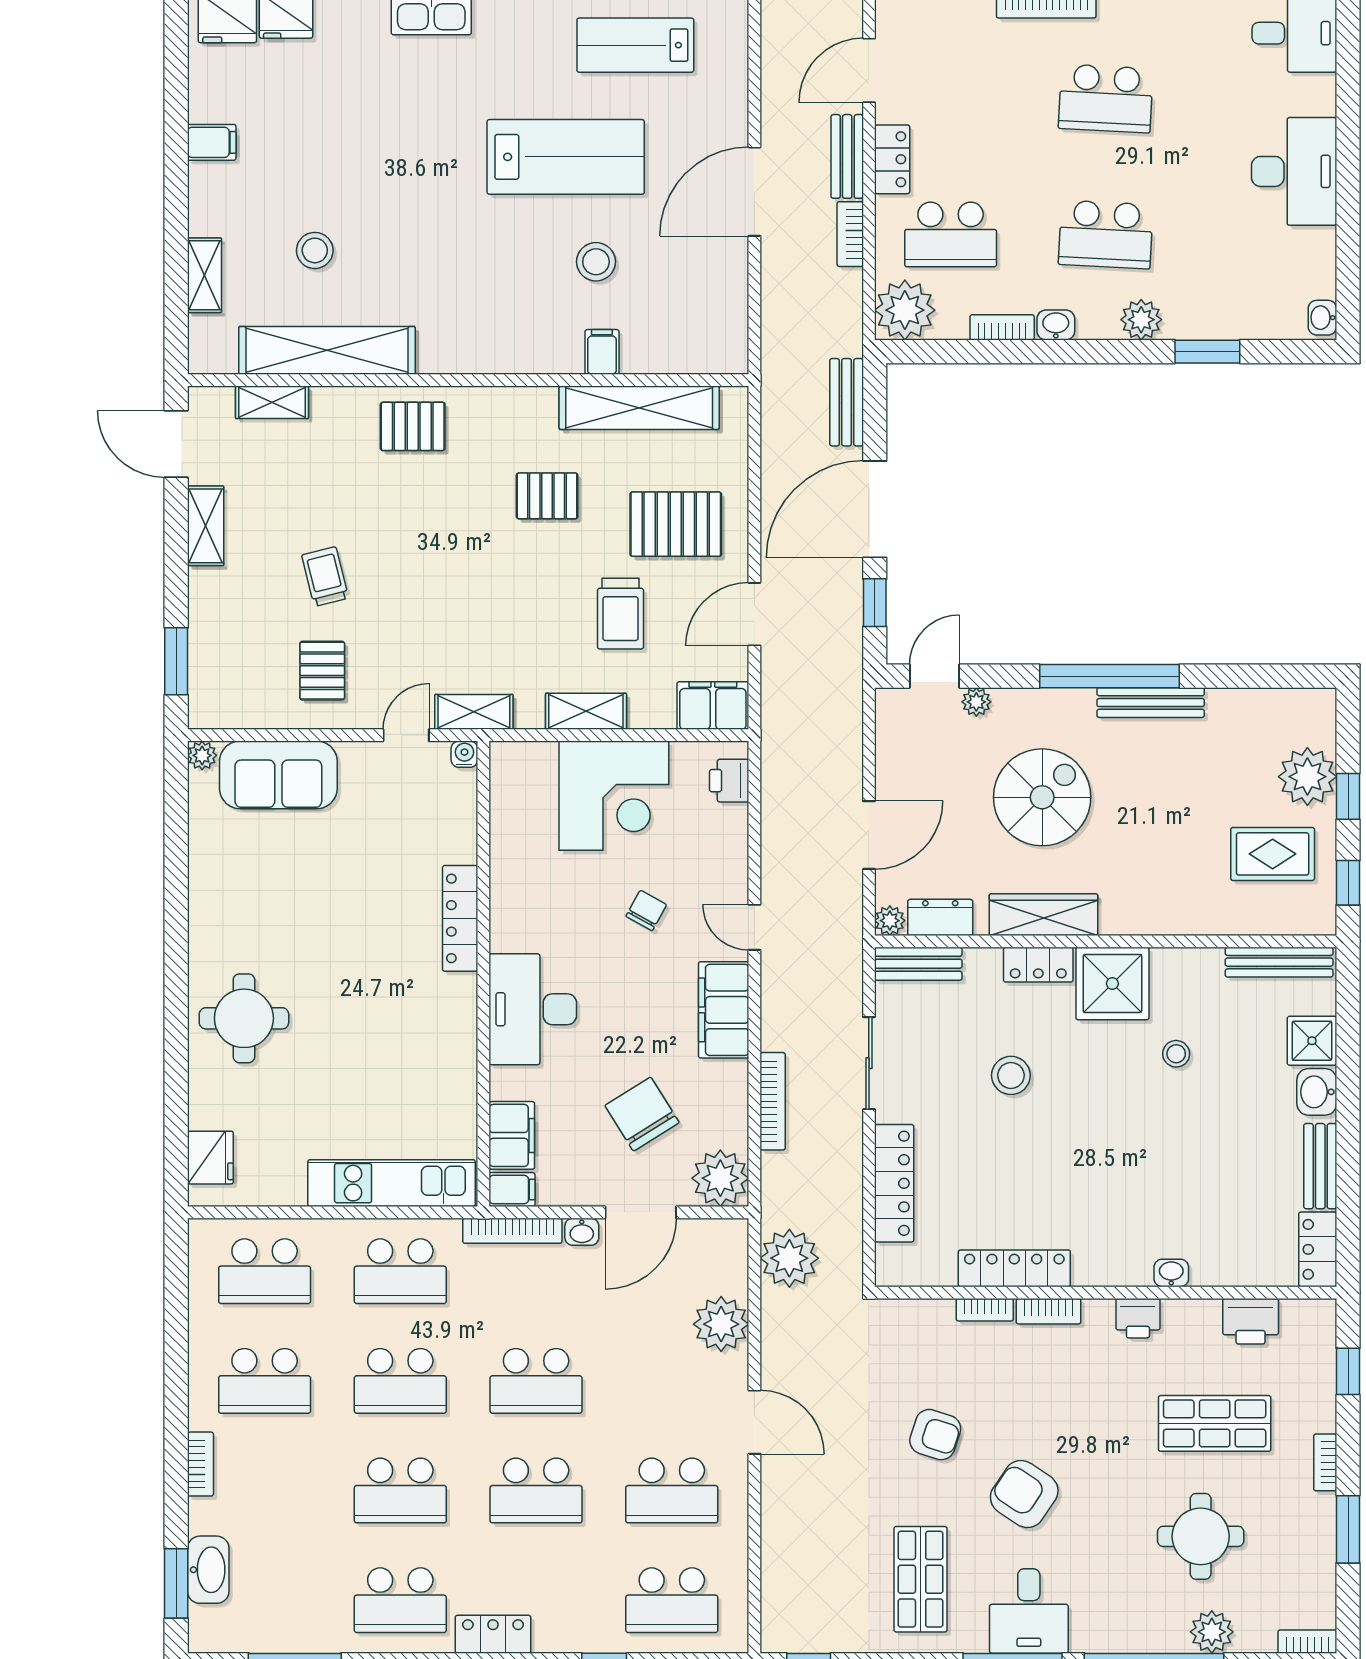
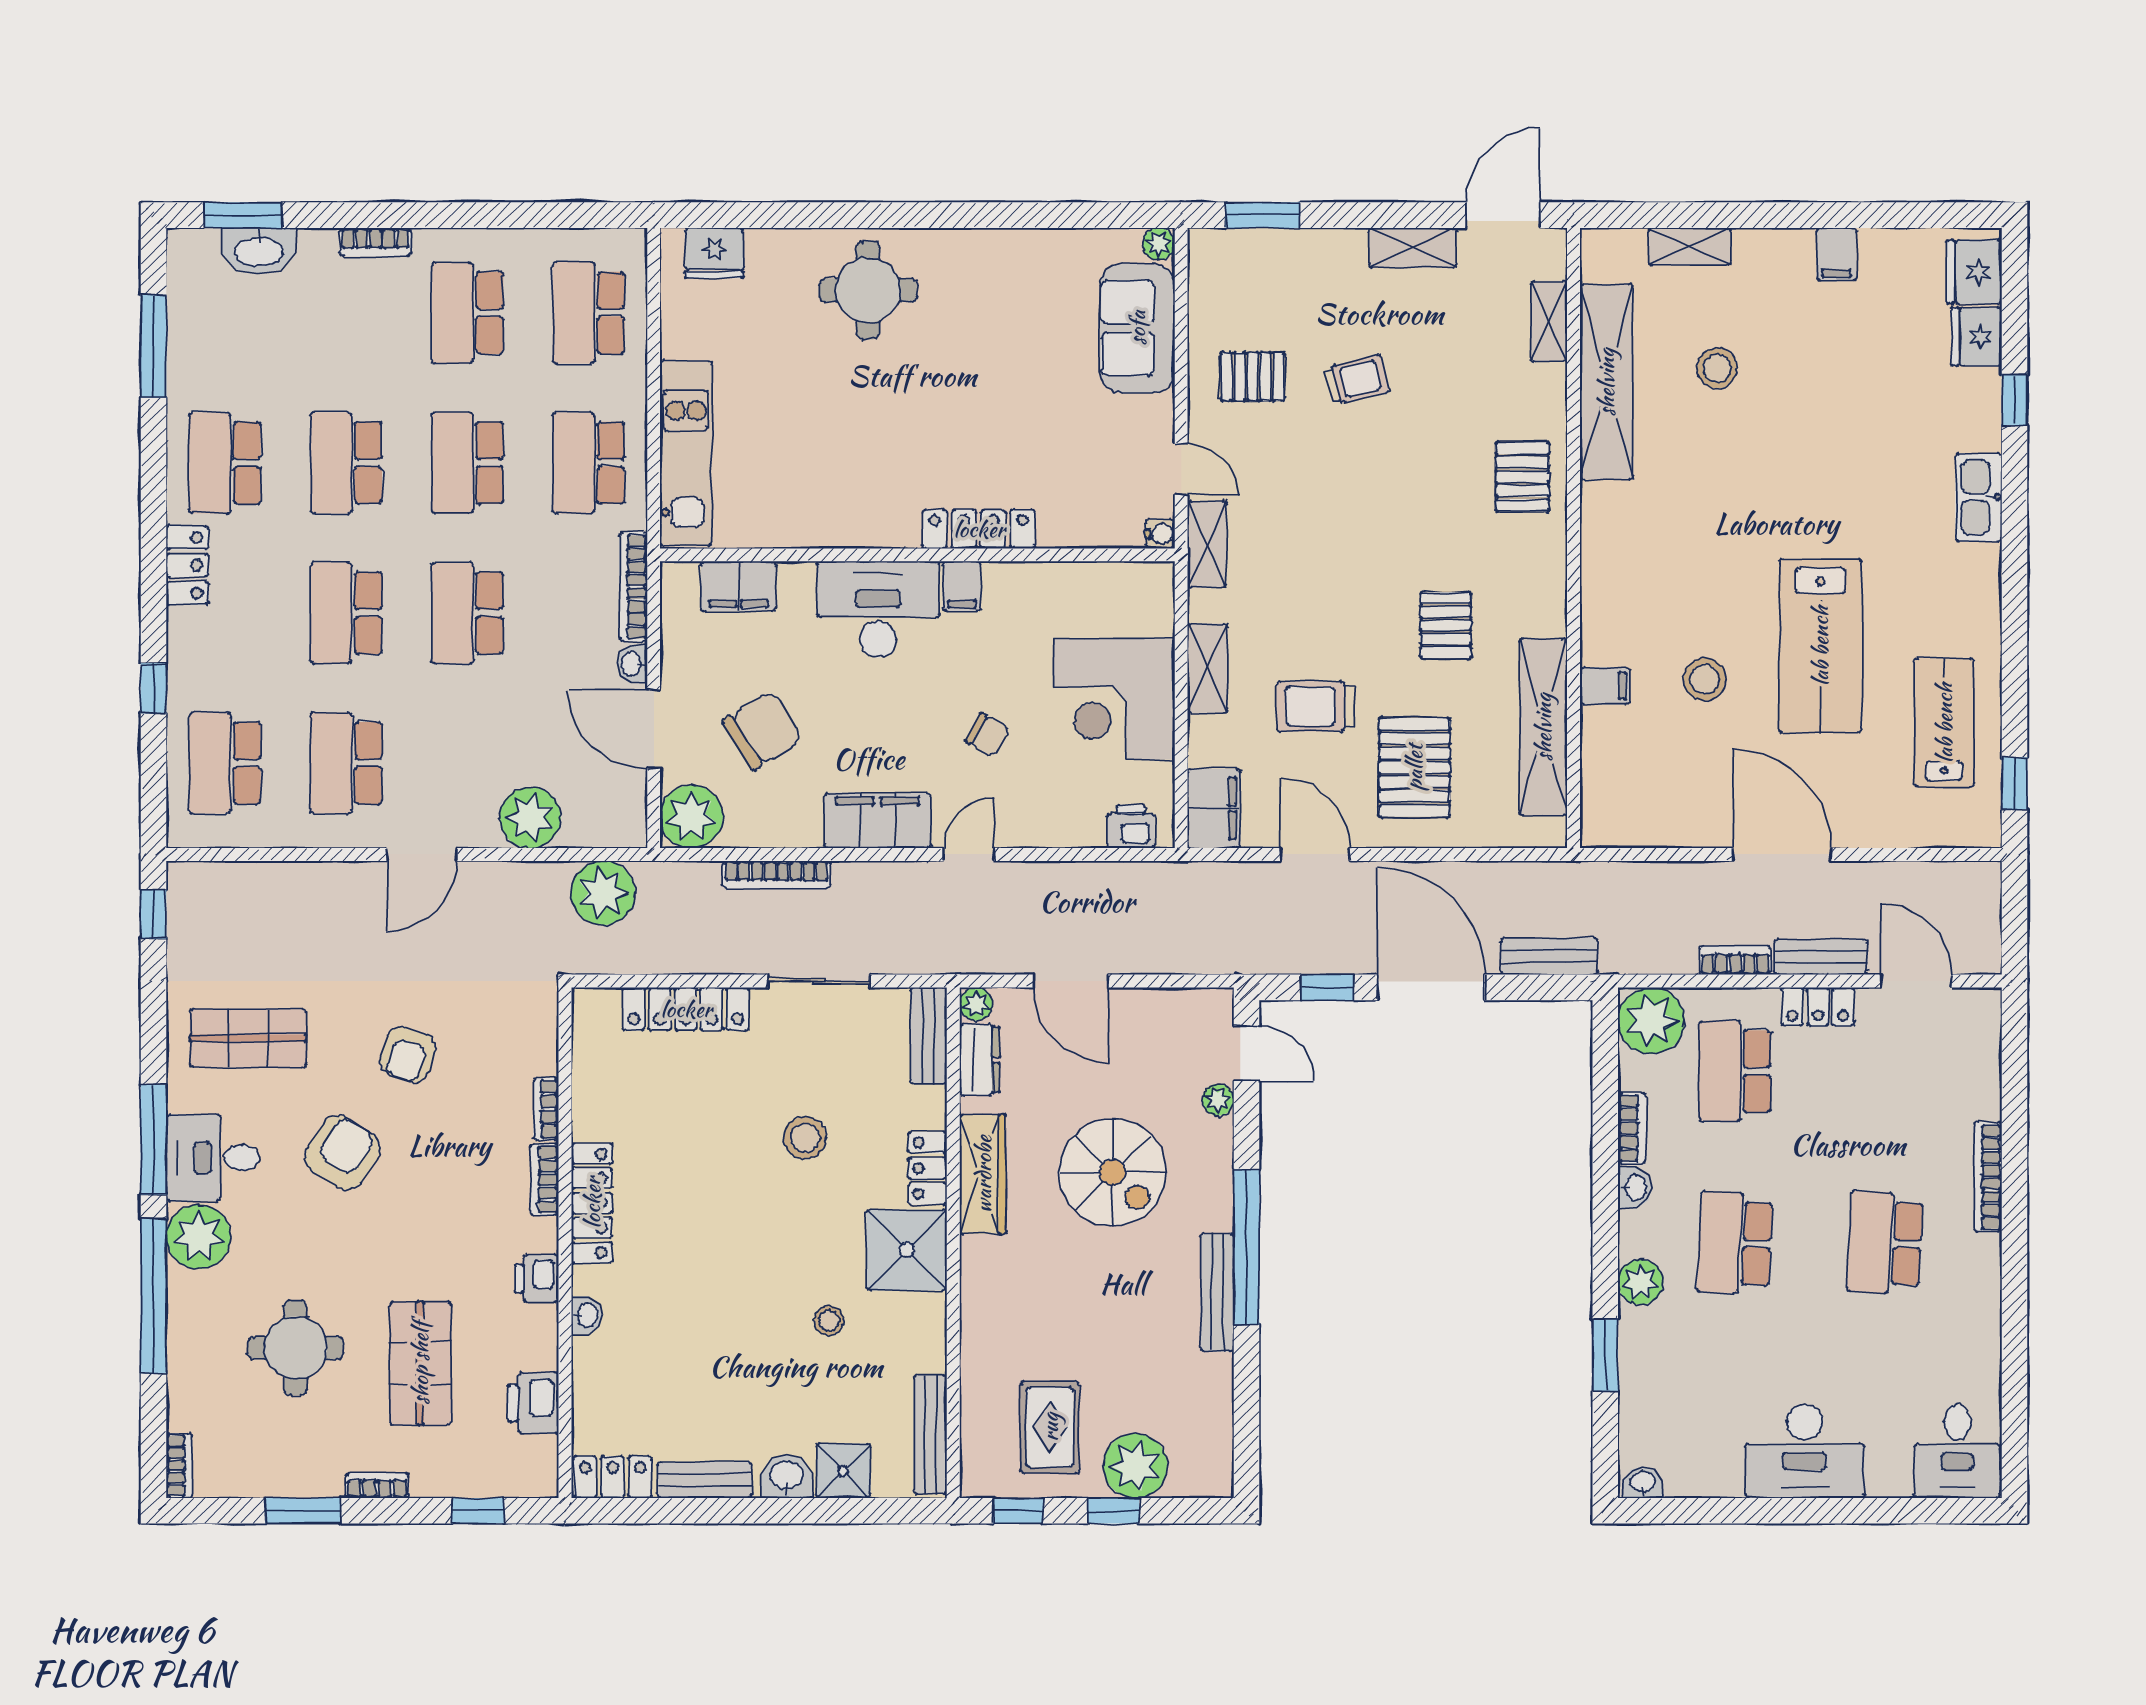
filing cabinet: (512, 1190) -> (962, 586), moved
locker: (1014, 1268) -> (592, 1203), moved
plant: (1212, 1632) -> (198, 1237), moved, width x1.36, depth x1.36

